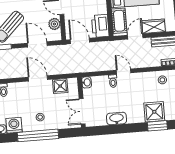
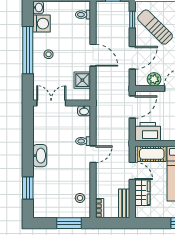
door: (38, 78) -> (93, 55), hinge flipped
shower: (154, 112) -> (44, 186), removed
washbasin: (116, 119) -> (40, 156), moved

